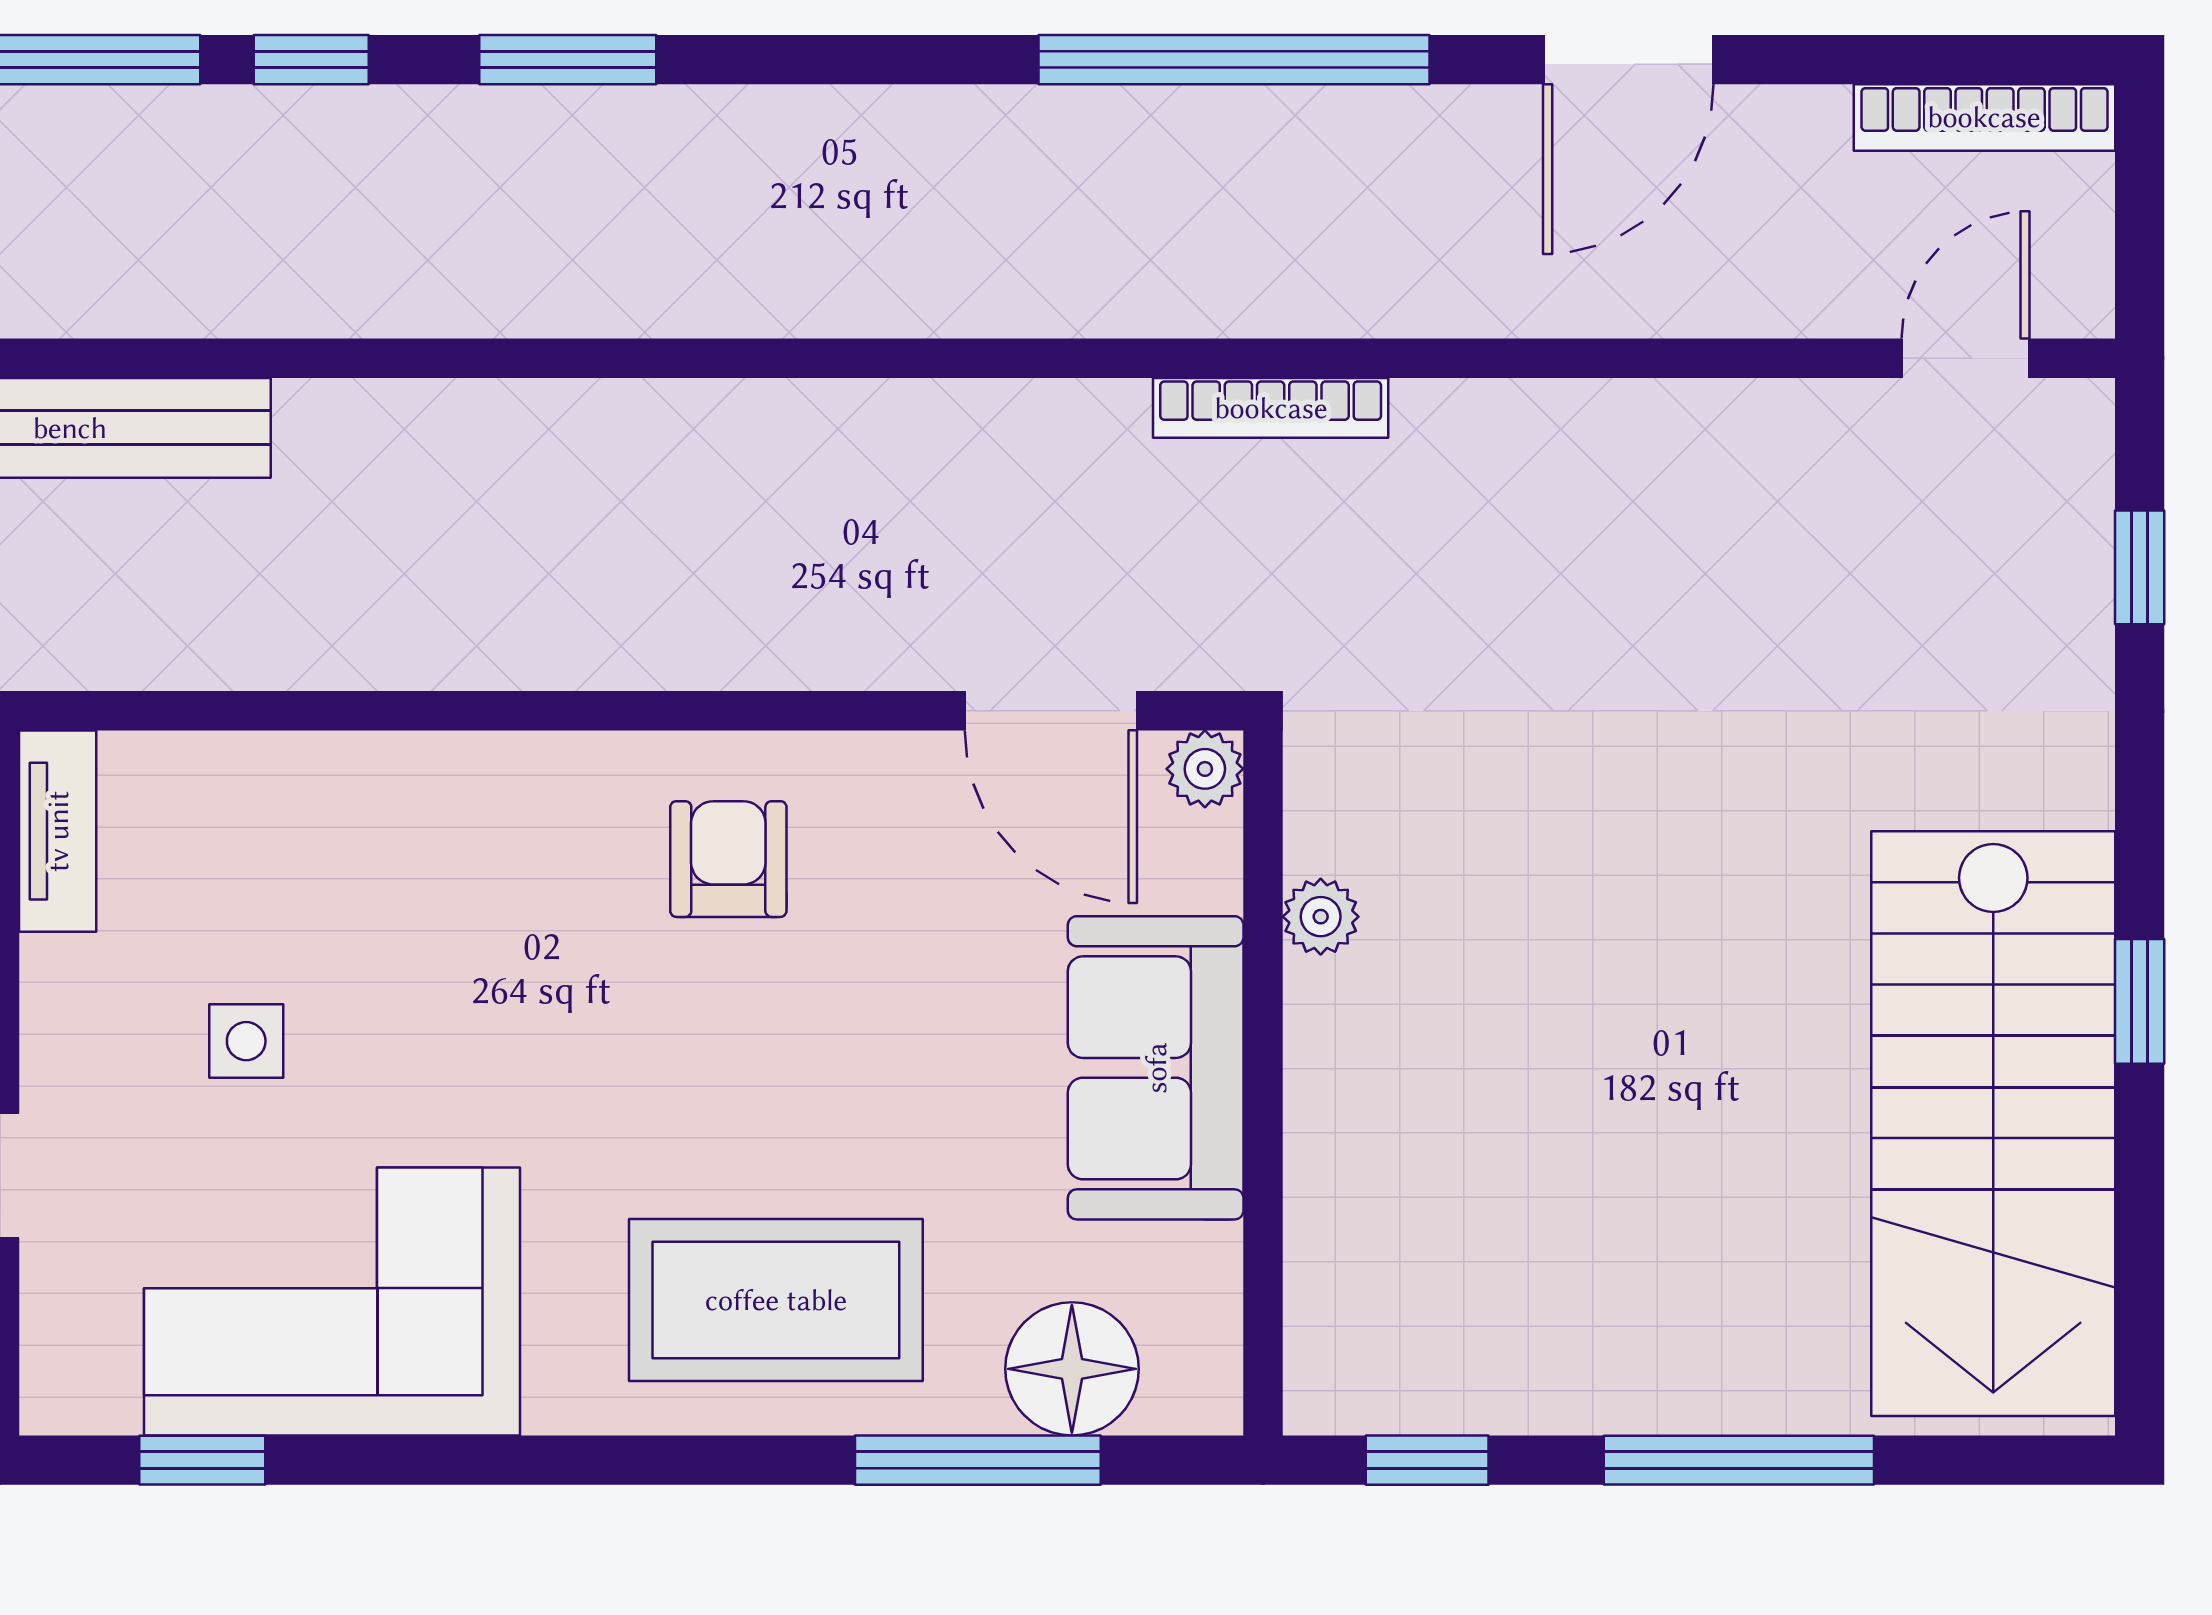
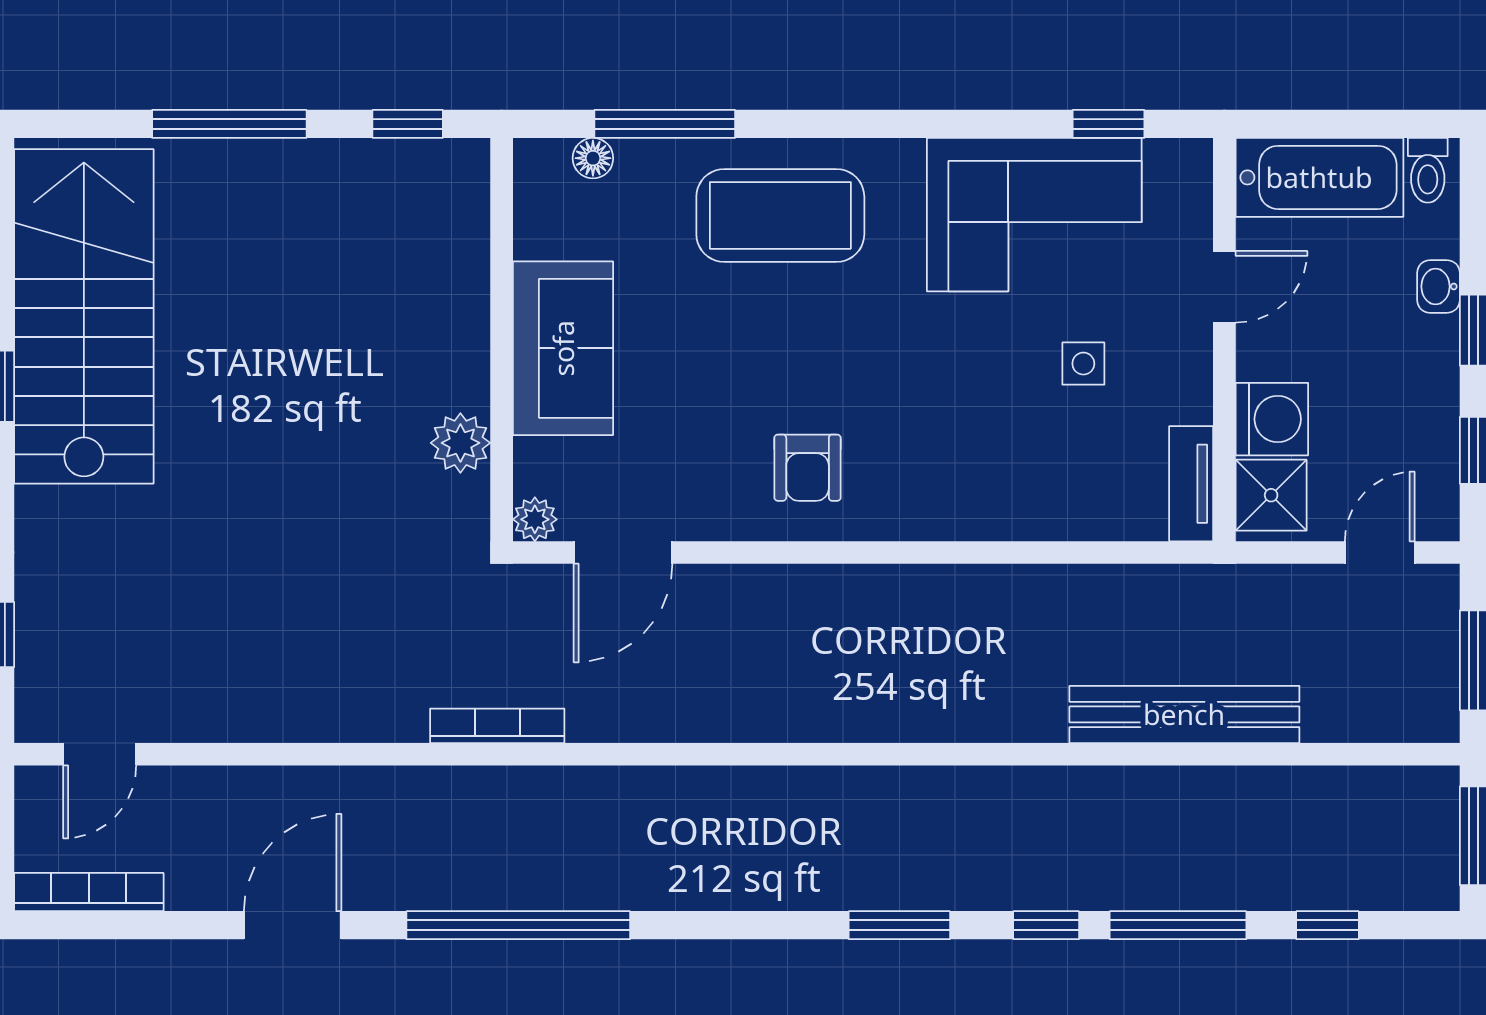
door: (1051, 711) -> (623, 553), swing flipped
plant: (1321, 917) -> (460, 443), width x1.38, depth x1.38
floor lamp: (1072, 1369) -> (593, 158), width x0.53, depth x0.53

